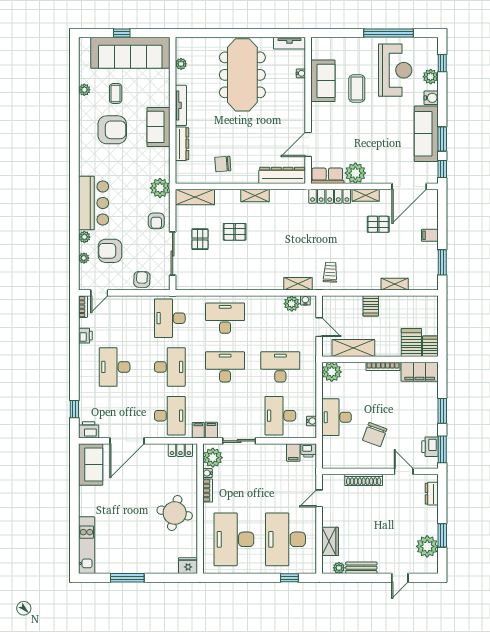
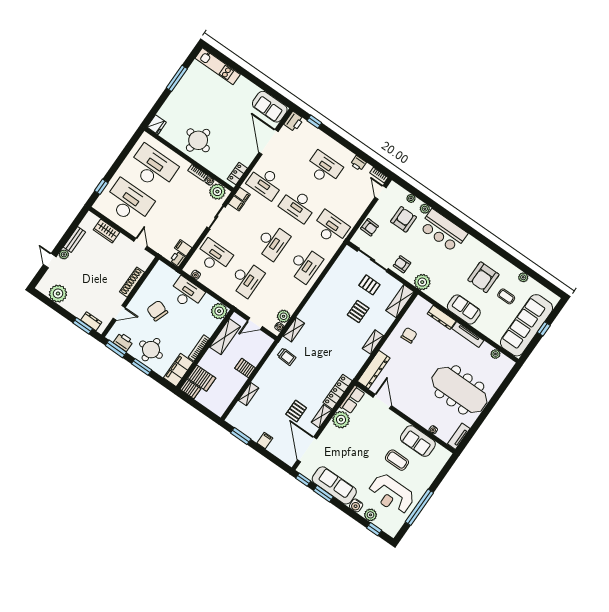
round table: (418, 413) -> (151, 350), added
window: (442, 535) -> (83, 326), moved
plant: (339, 568) -> (64, 254), moved

